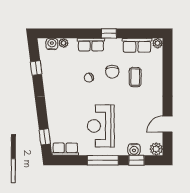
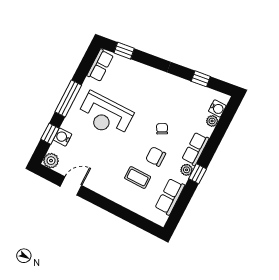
plant: (158, 43) -> (187, 170), moved
door: (168, 124) -> (71, 186), hinge flipped
reception desk: (101, 126) -> (105, 115), turned 180

